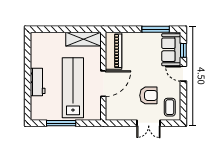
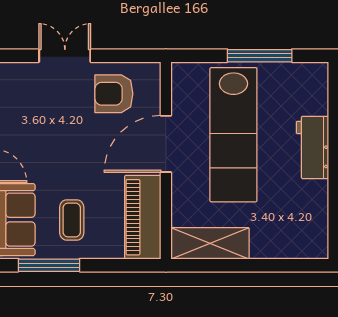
armchair: (148, 95) -> (114, 94), moved
coffee table: (170, 107) -> (72, 220), moved

